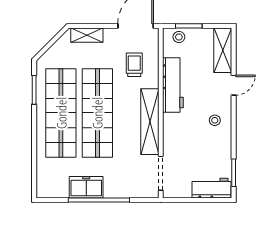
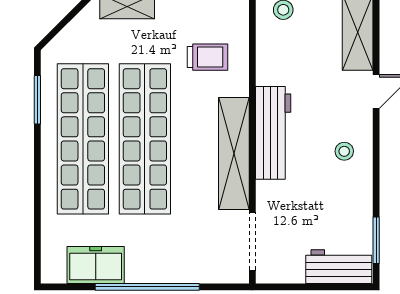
trolley: (134, 65) -> (207, 57), turned 90
workbench: (173, 85) -> (273, 133), moved
freezer: (86, 187) -> (96, 265), moved

